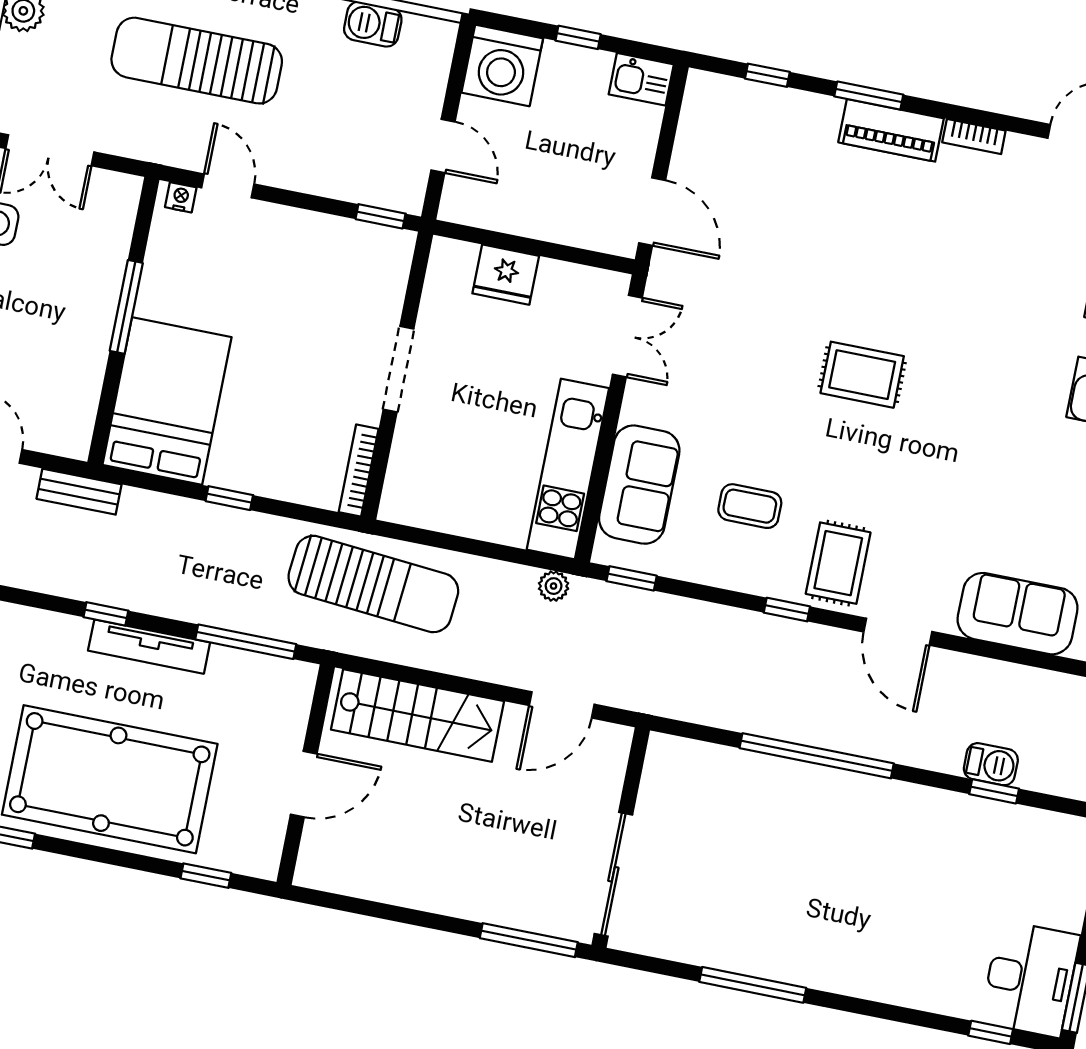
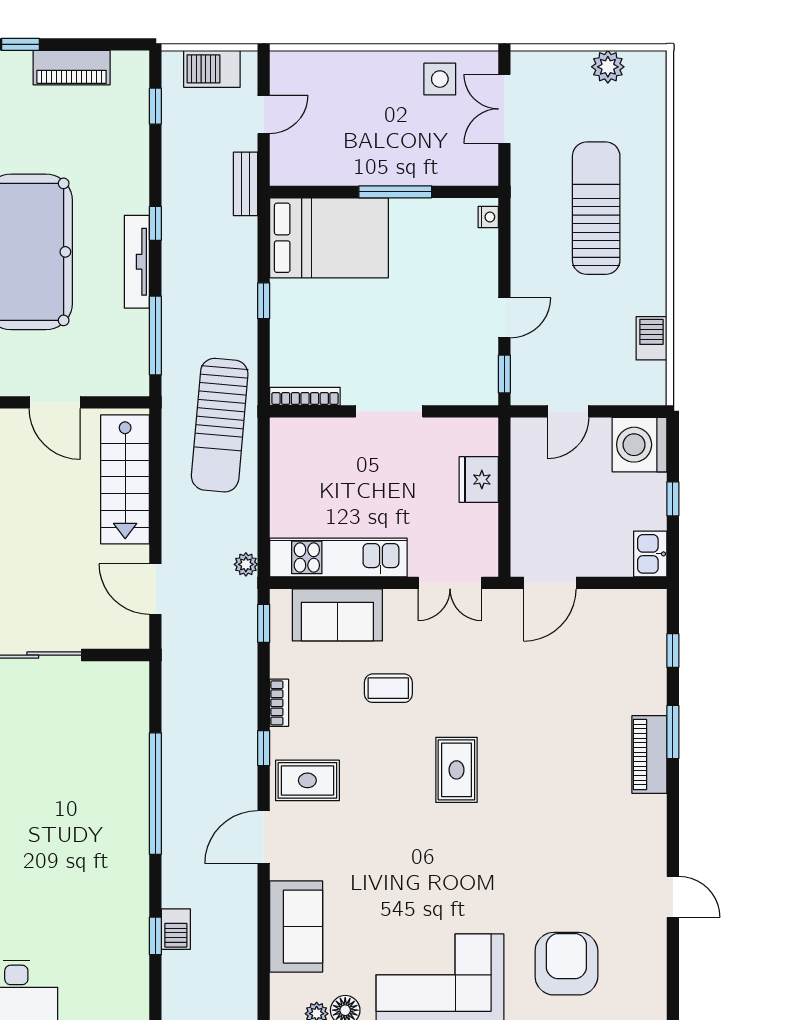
bookcase: (974, 137) -> (279, 703), moved, turned 180
door: (228, 186) -> (504, 318), moved
coffee table: (750, 506) -> (388, 688), moved, turned 90

